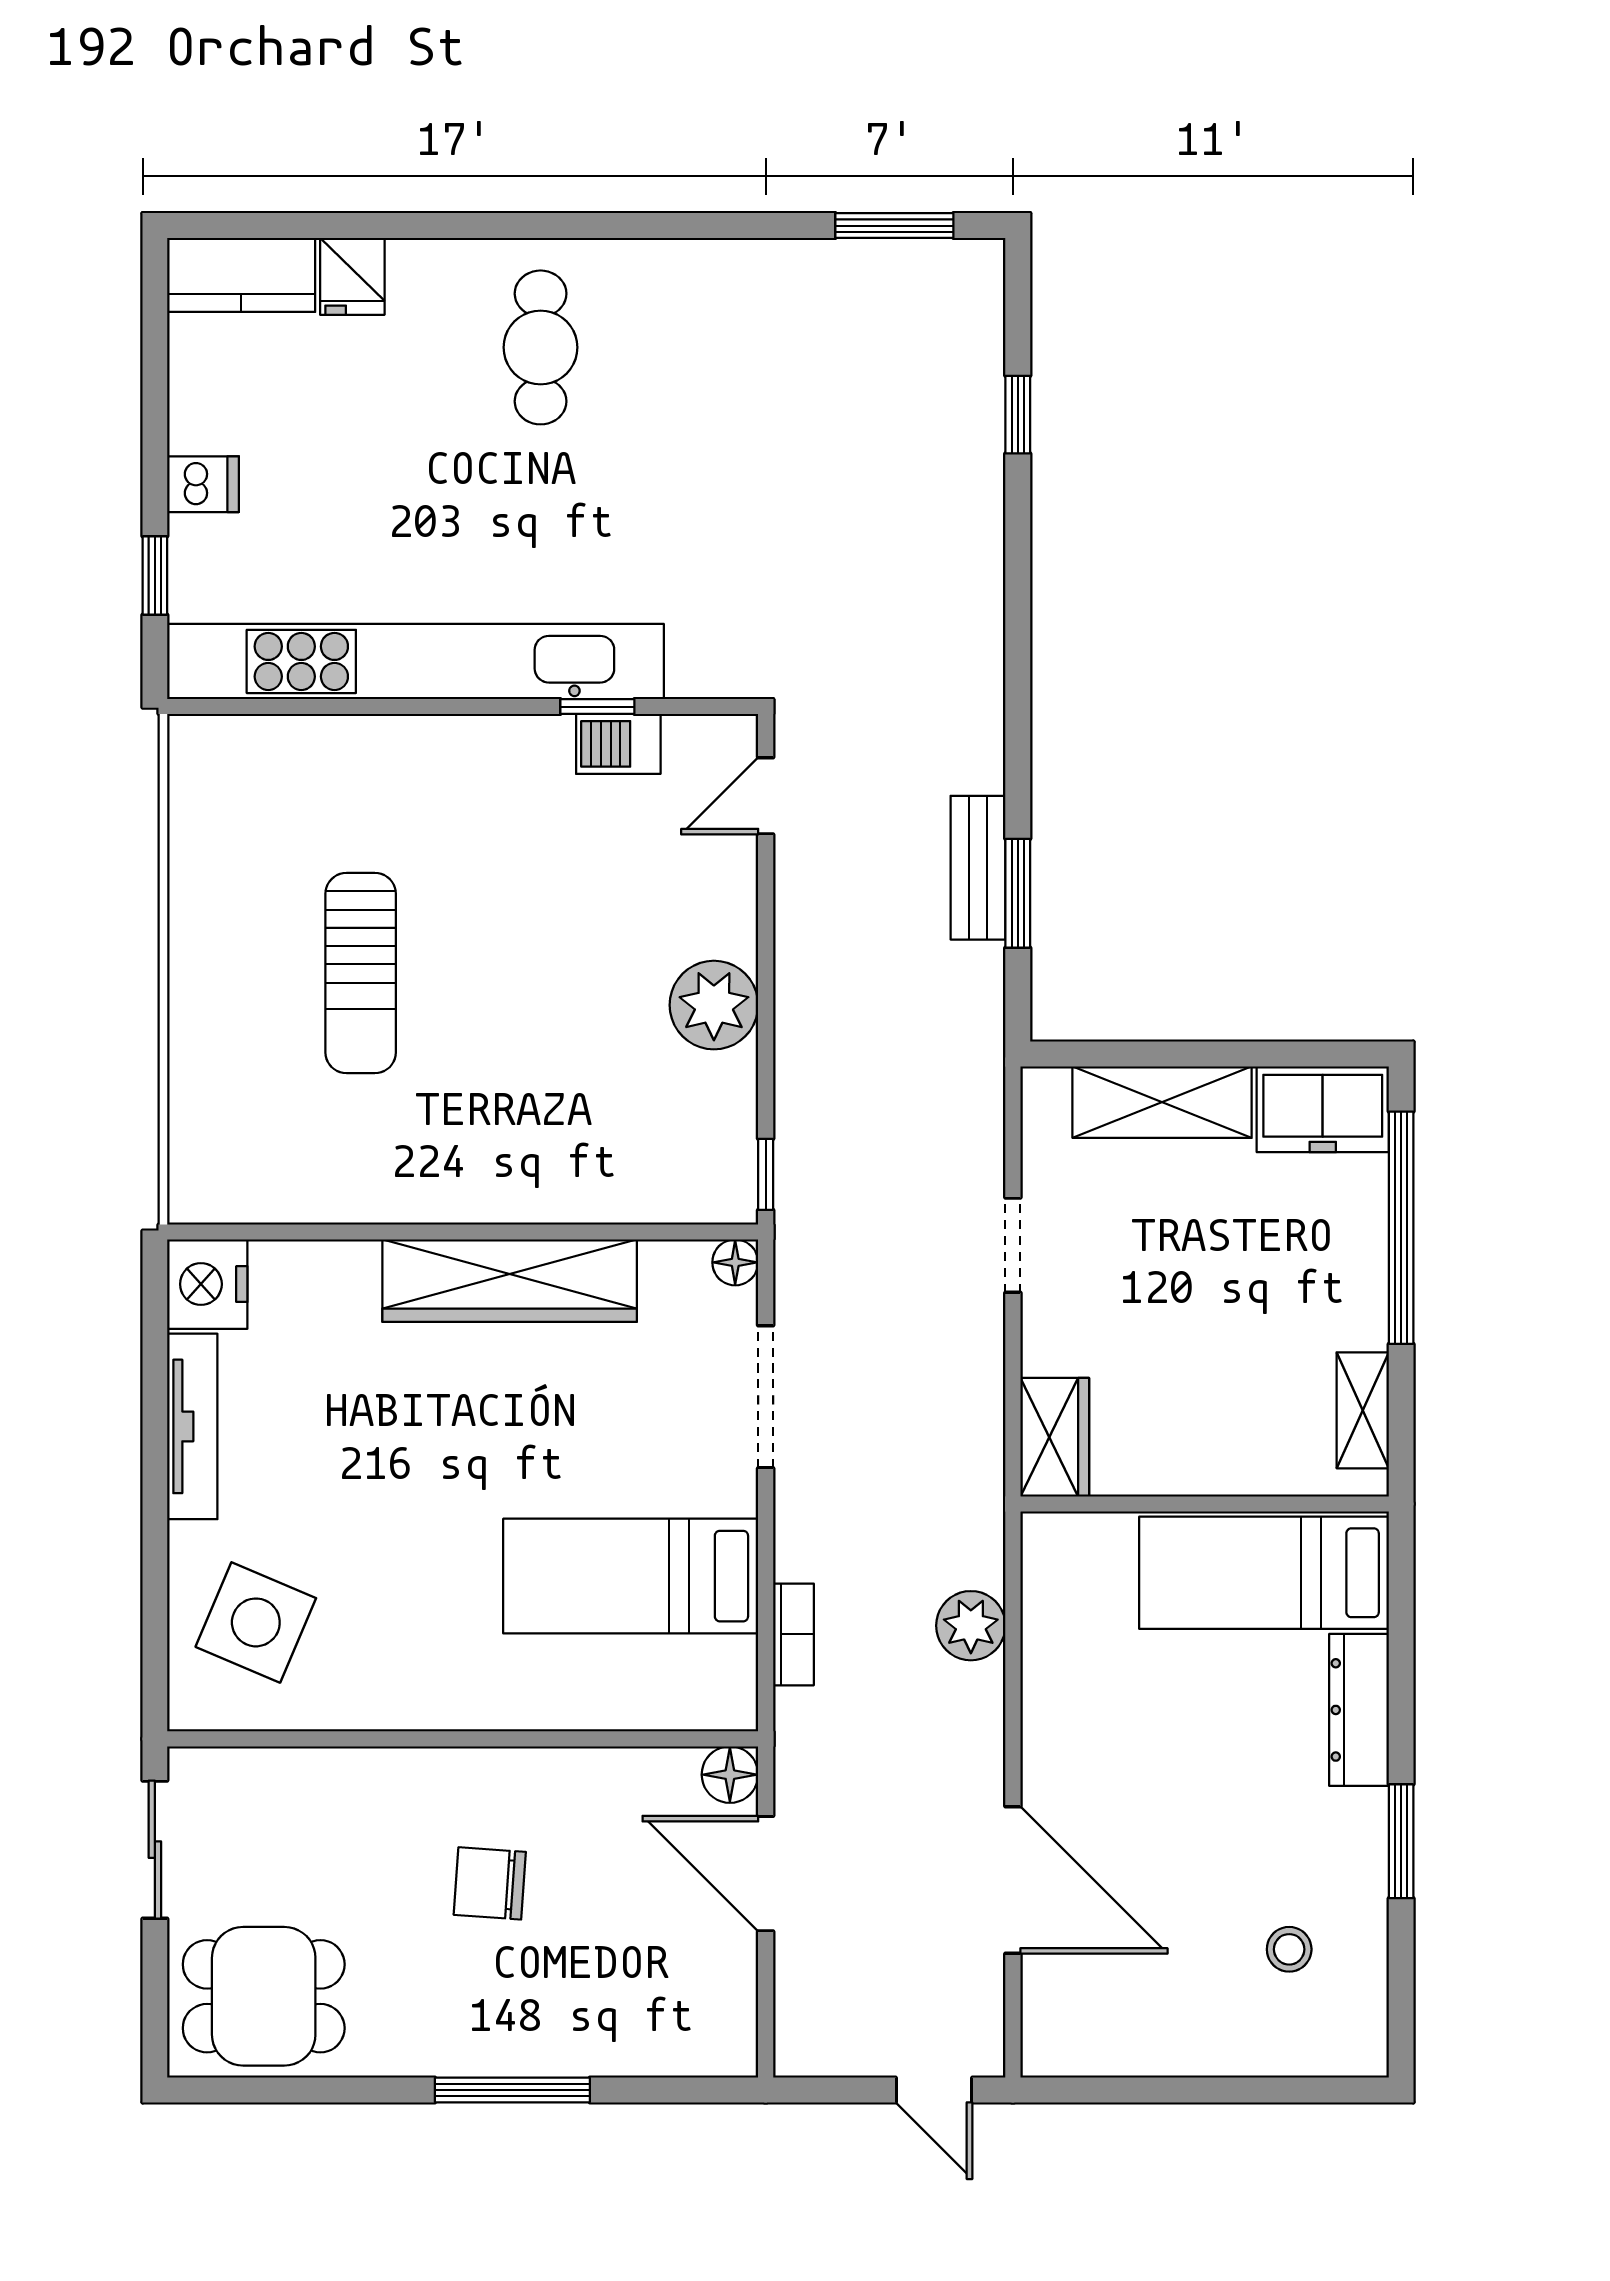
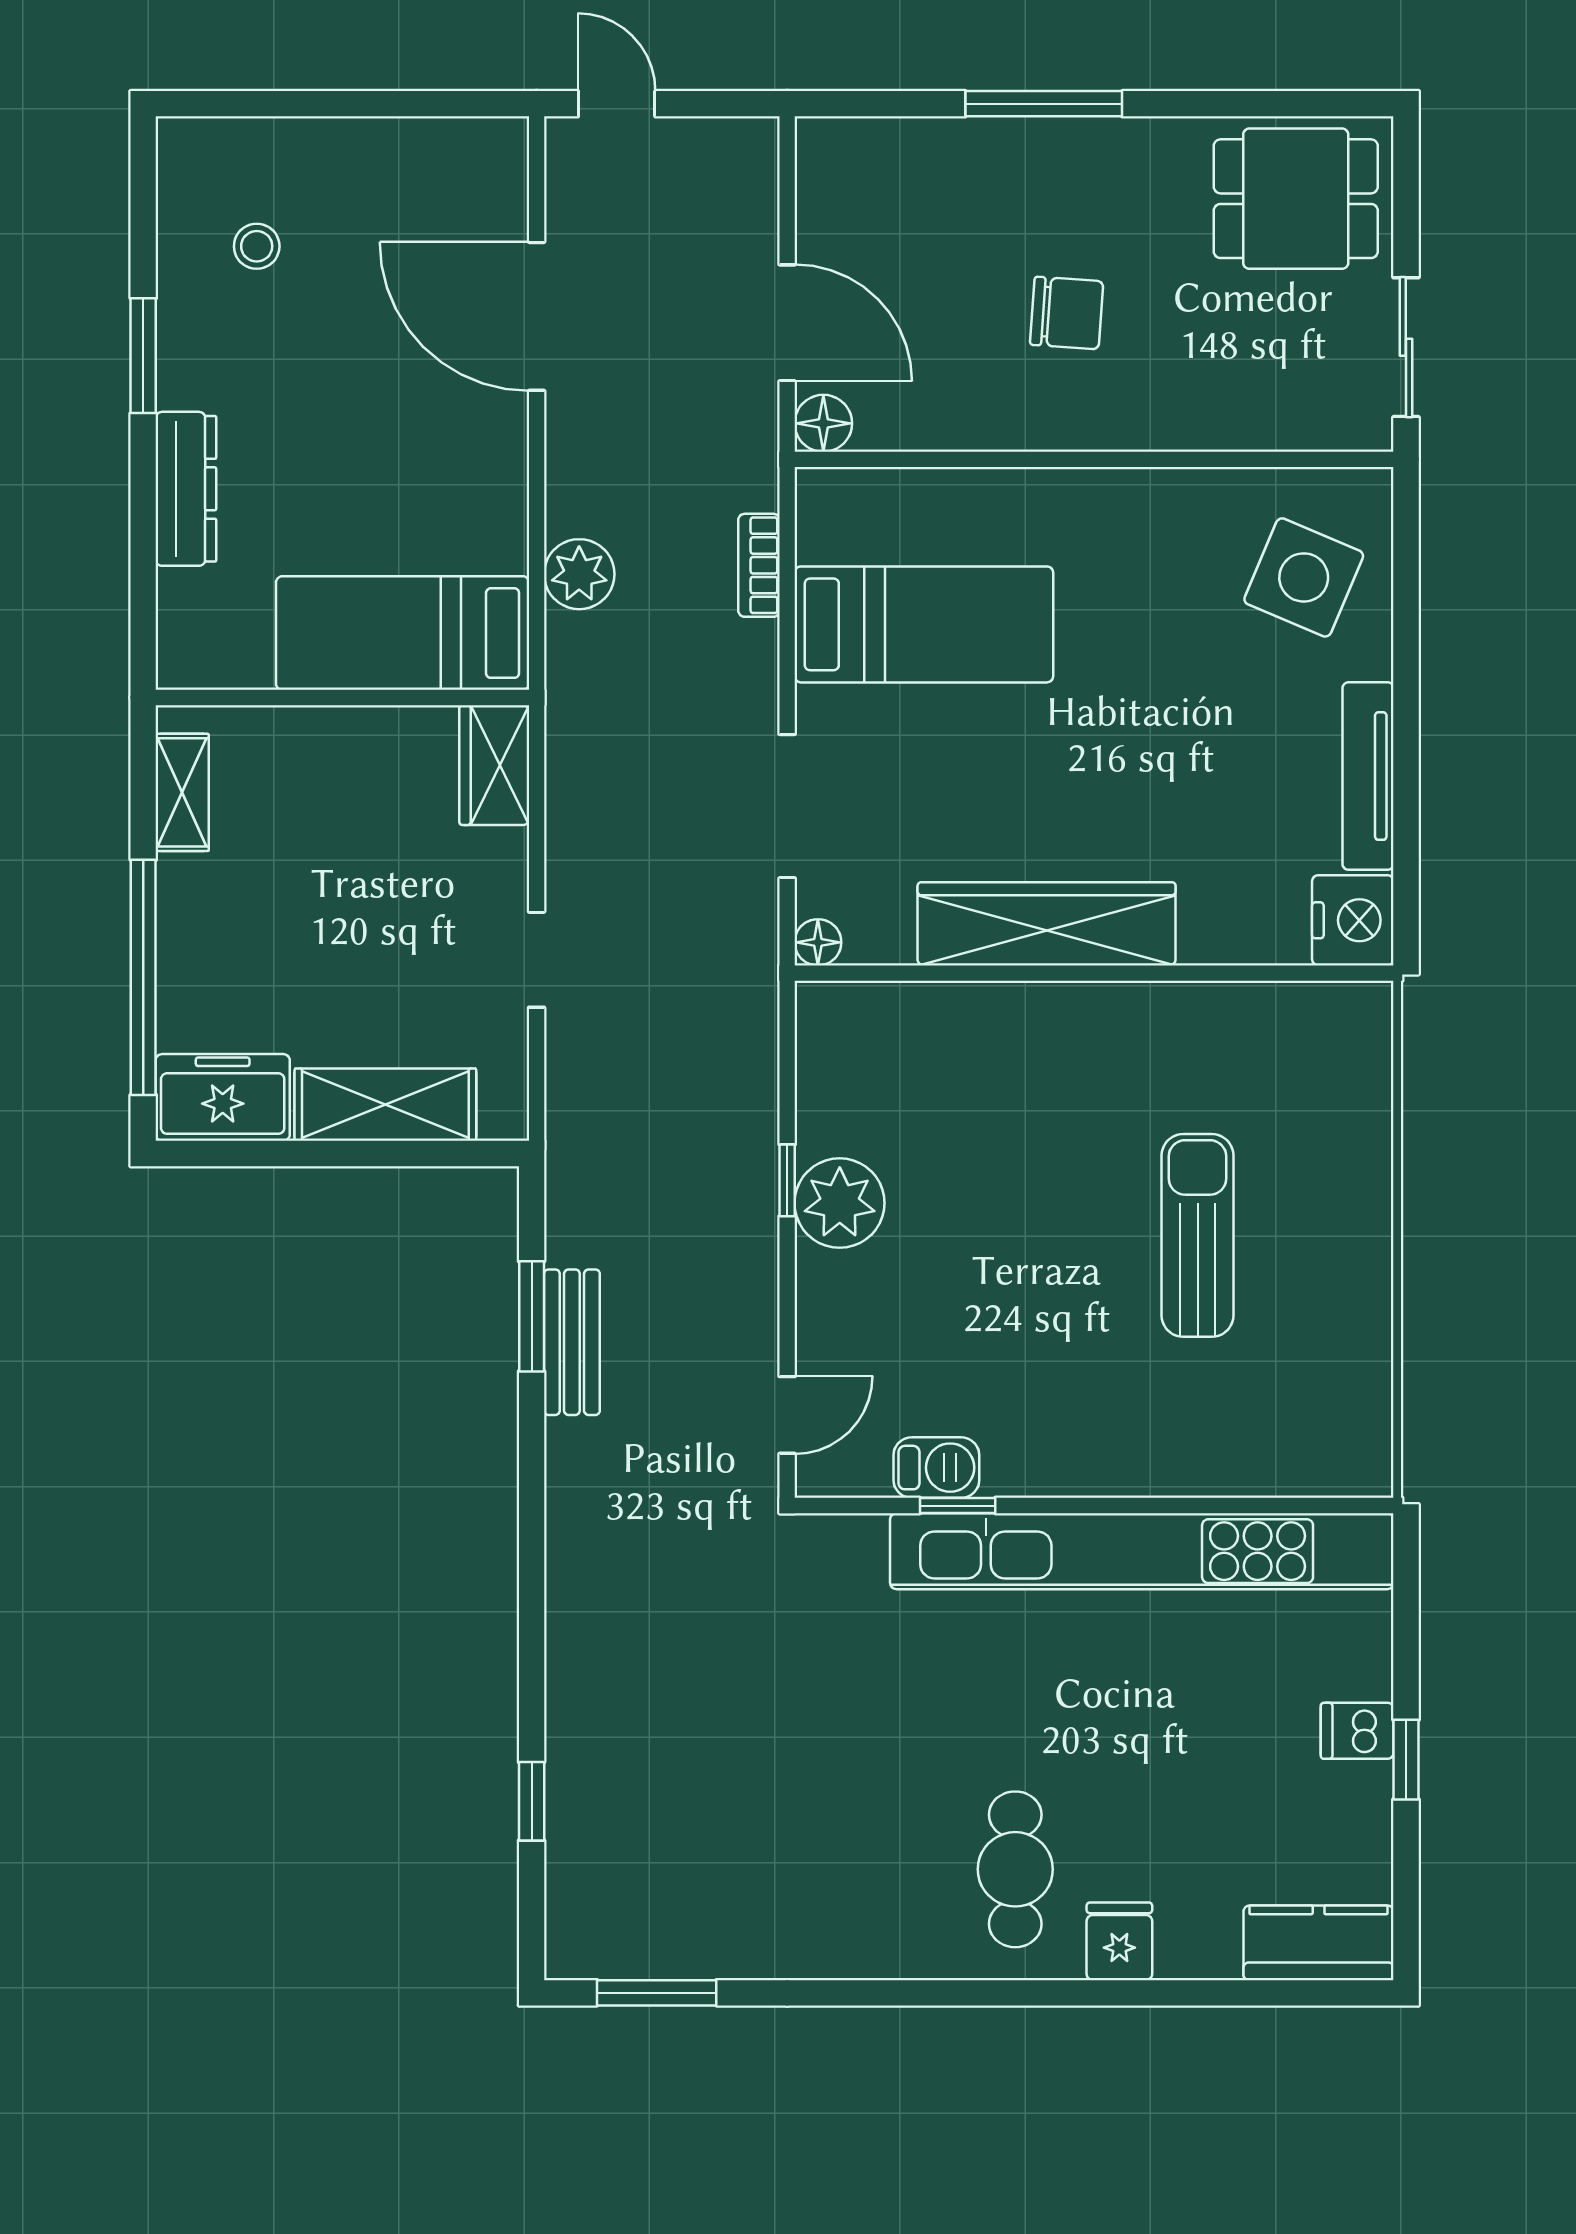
fridge: (352, 276) -> (1119, 1941), moved
window: (155, 576) -> (1406, 1760), moved
window: (766, 1174) -> (787, 1180), moved
bed: (1264, 1573) -> (403, 633), moved, turned 180

